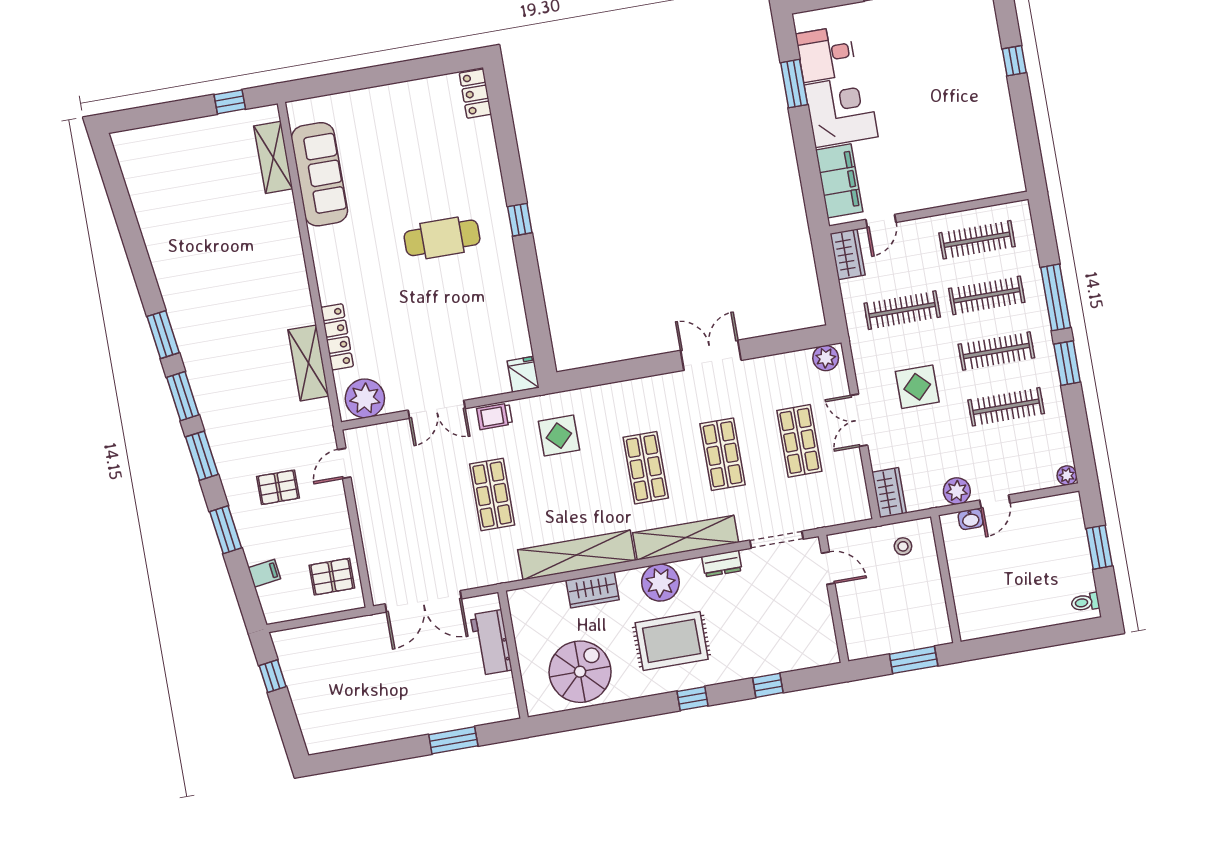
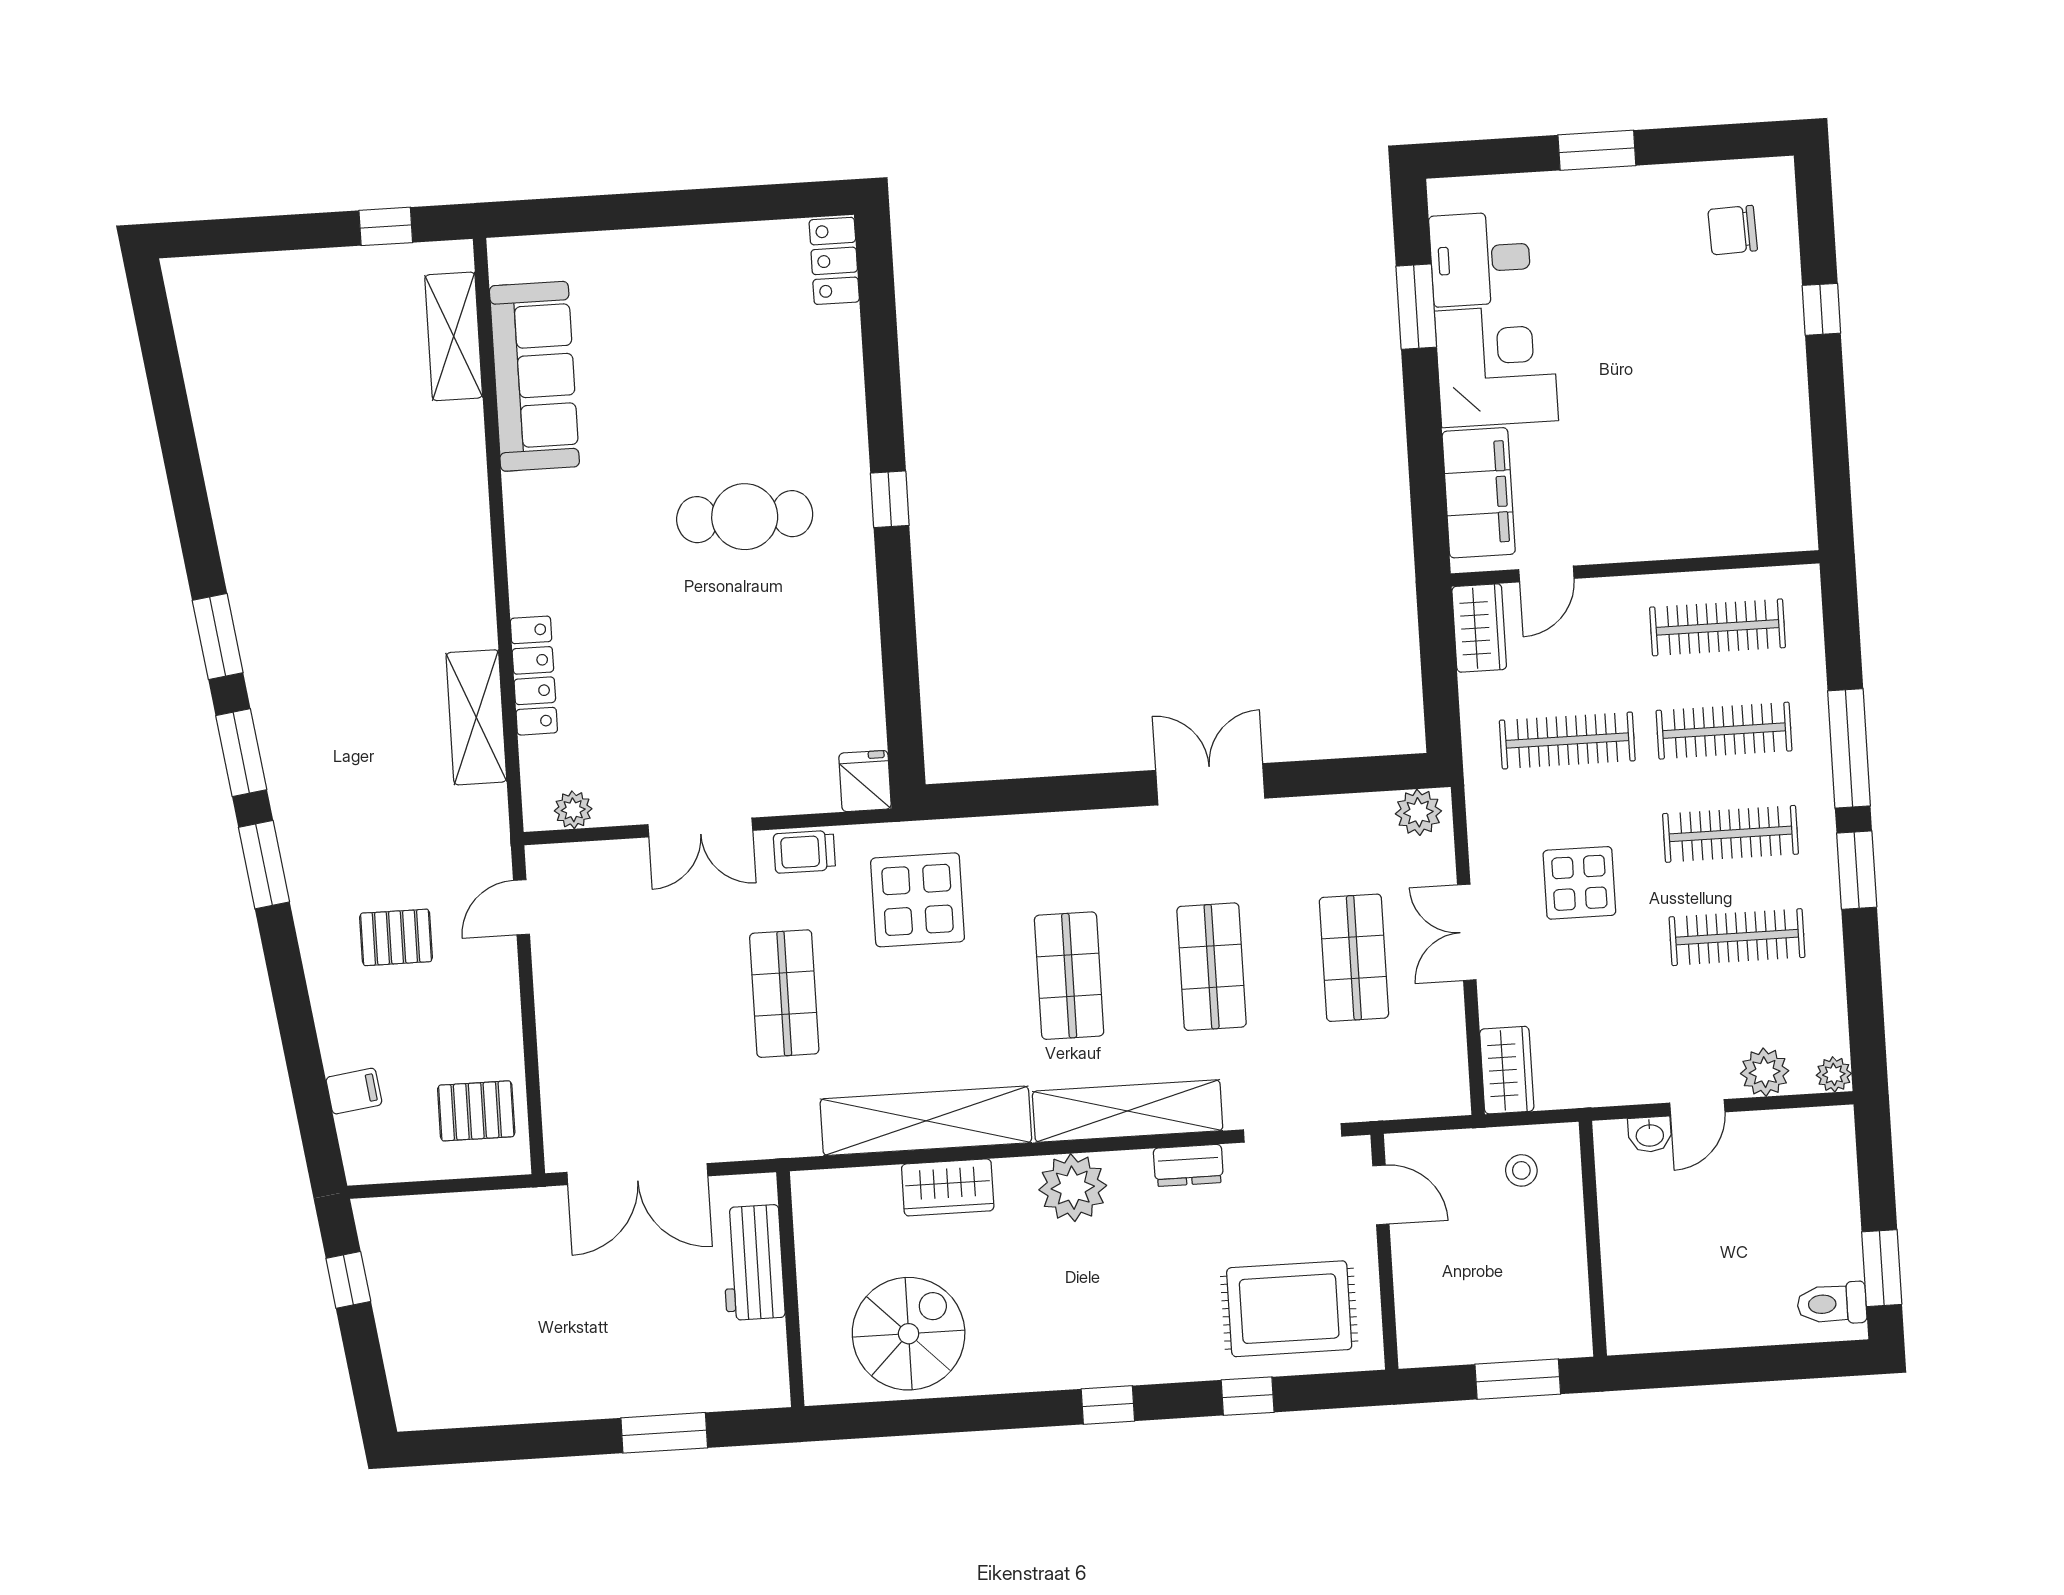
chair: (961, 23) -> (1733, 230), added
plant: (365, 398) -> (573, 810), width x0.53, depth x0.53
display table: (559, 436) -> (918, 900), width x1.36, depth x1.36
plant: (957, 491) -> (1765, 1072), moved
window: (226, 530) -> (292, 1004), removed
window: (1099, 547) -> (1882, 1268), moved
toilet: (1085, 602) -> (1832, 1304), width x1.37, depth x1.39
rug: (672, 641) -> (1289, 1309), moved

